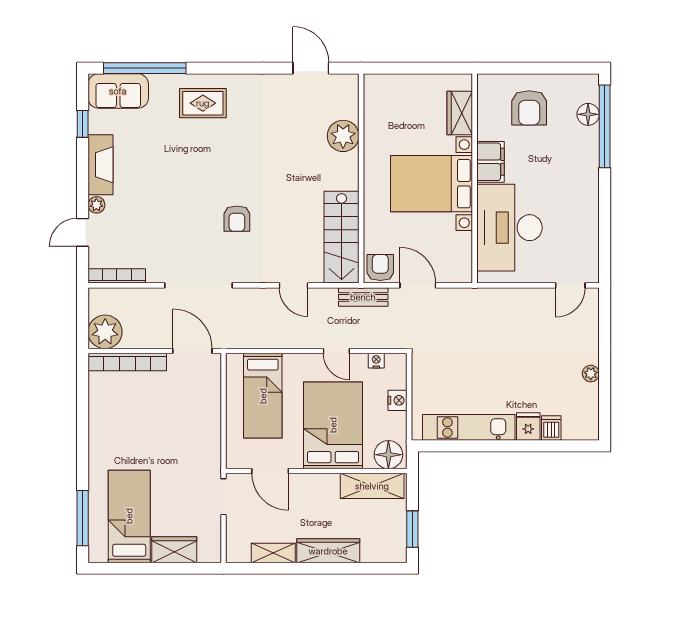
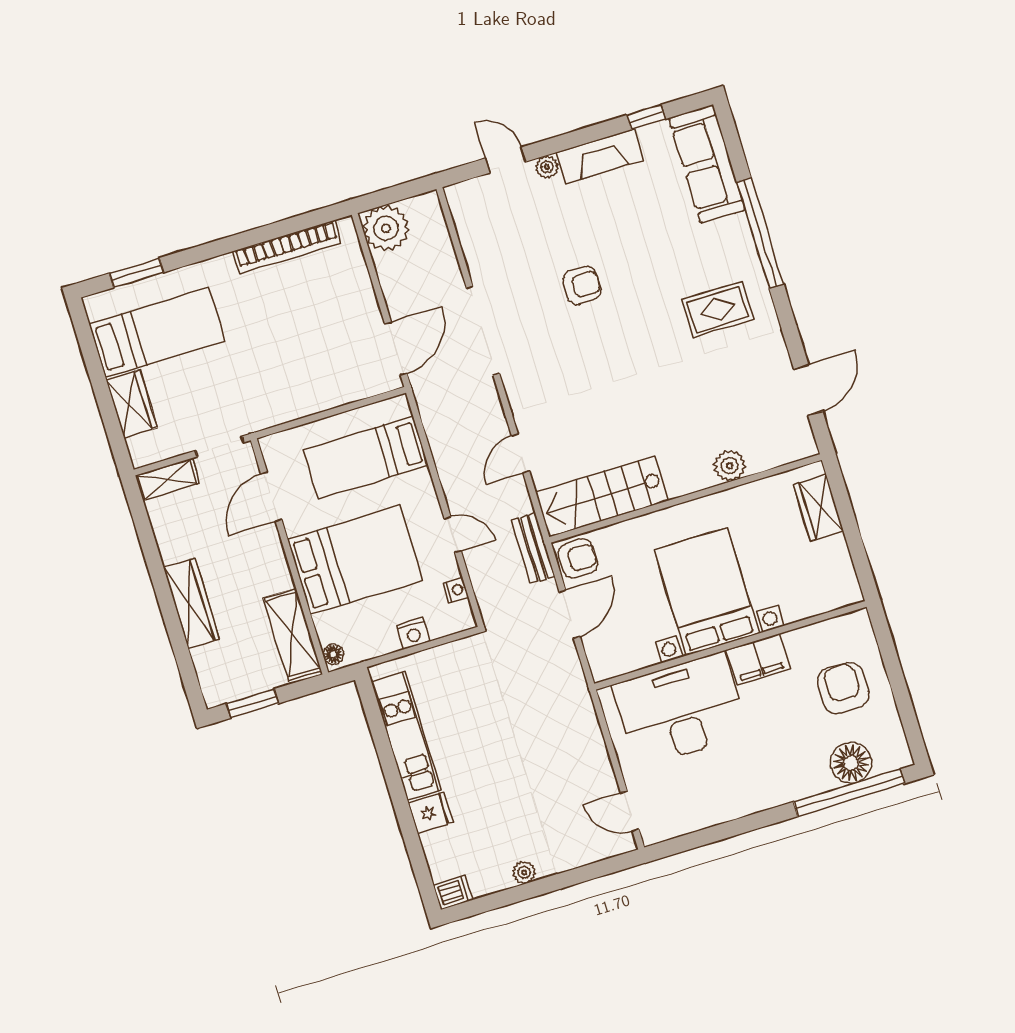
window: (145, 68) -> (760, 233), moved
sofa: (118, 91) -> (707, 164), width x1.36
rug: (203, 103) -> (718, 309), moved, turned 90
armchair: (529, 108) -> (843, 688), turned 90
wardrobe: (460, 113) -> (819, 508), moved, turned -90
floor lamp: (588, 114) -> (851, 763), width x1.38, depth x1.38
plant: (343, 136) -> (730, 466), width x0.73, depth x0.73
armchair: (237, 219) -> (582, 285), moved, turned 180
bookcase: (117, 276) -> (463, 221), removed
door: (336, 351) -> (453, 535), swing flipped
bookcase: (127, 362) -> (287, 247), moved, turned -90
dishwasher: (551, 428) -> (453, 892), moved
floor lamp: (388, 455) -> (333, 654), width x0.53, depth x0.53
window: (83, 518) -> (136, 273), width x0.69
shelving: (273, 553) -> (167, 479), moved, turned 90

